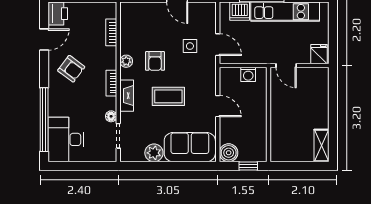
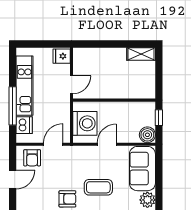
armchair: (202, 20) -> (32, 158), added
side table: (190, 46) -> (54, 168), removed
washing machine: (248, 74) -> (85, 123), width x1.89, depth x1.89
coffee table: (168, 96) -> (98, 187), turned 90

